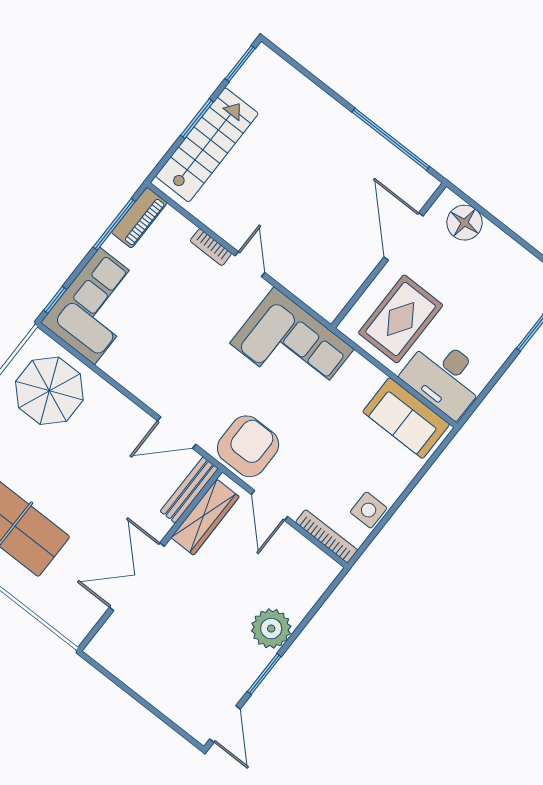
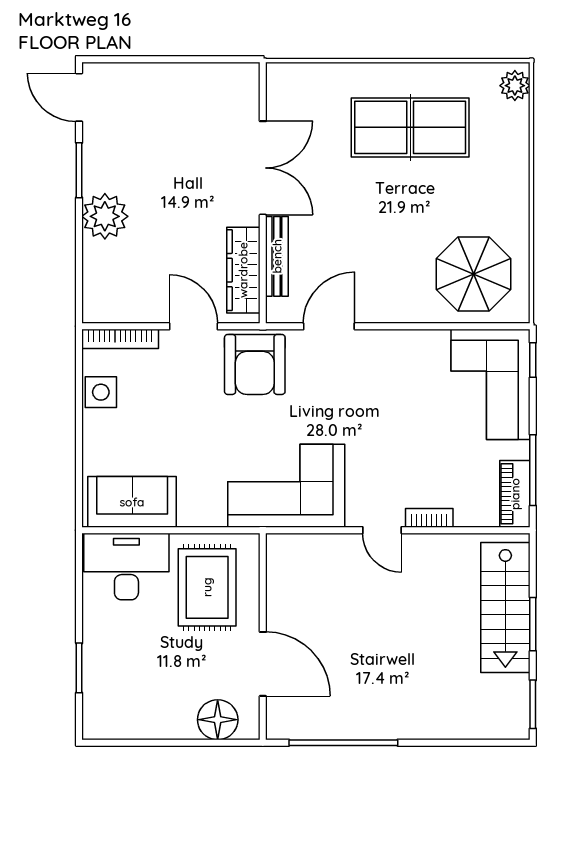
bench: (189, 490) -> (277, 256), moved

